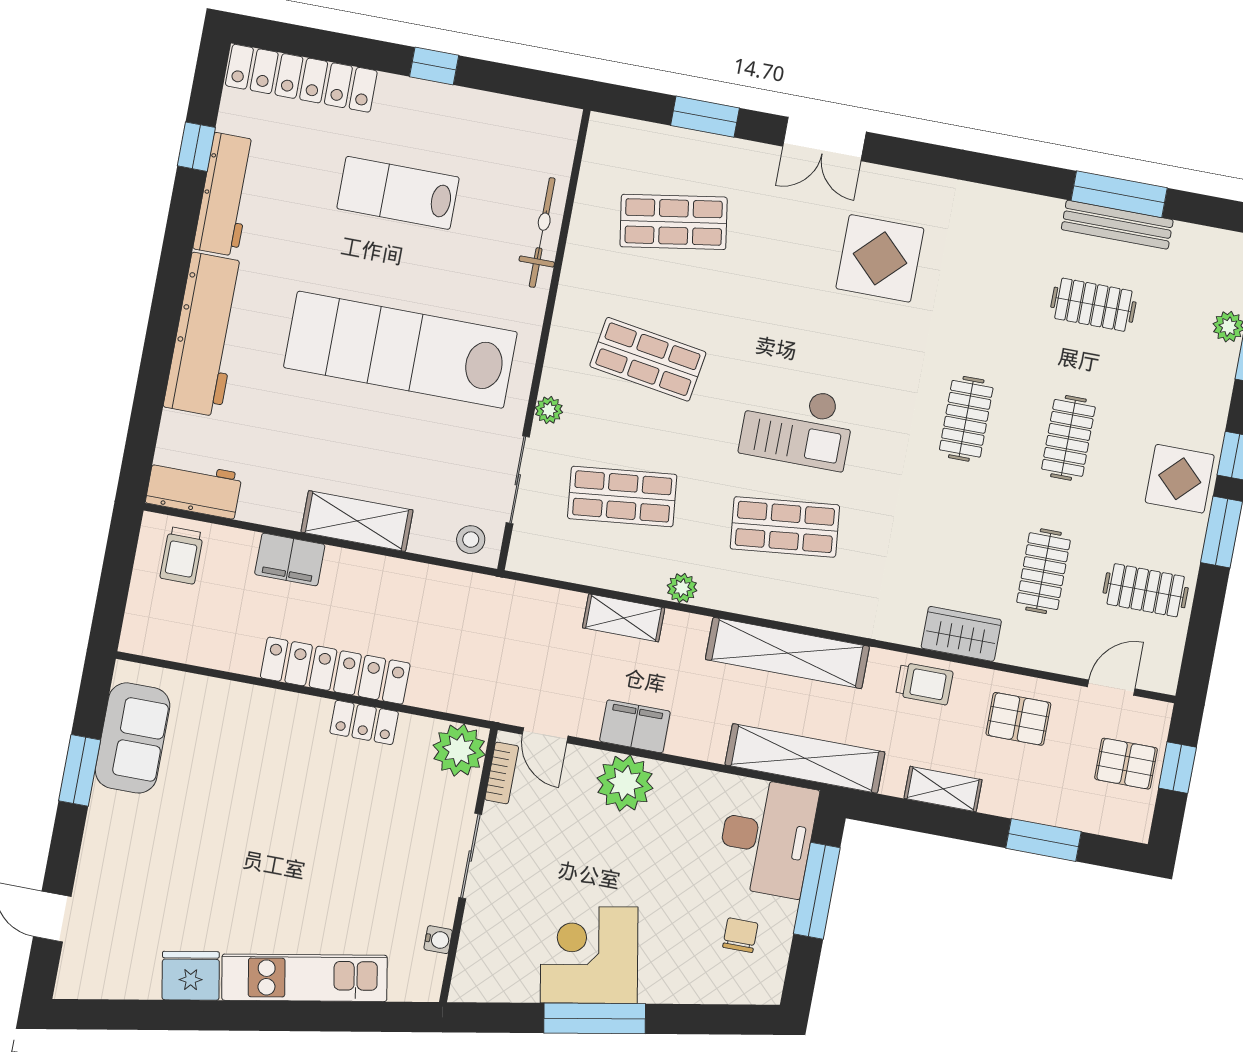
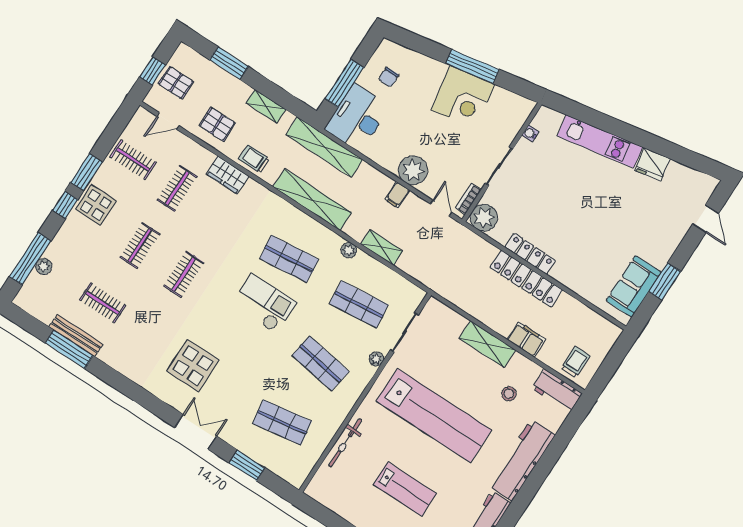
stool: (471, 540) -> (509, 394), moved
locker: (364, 722) -> (530, 254), width x1.53
filing cabinet: (635, 726) -> (397, 195), width x0.50

